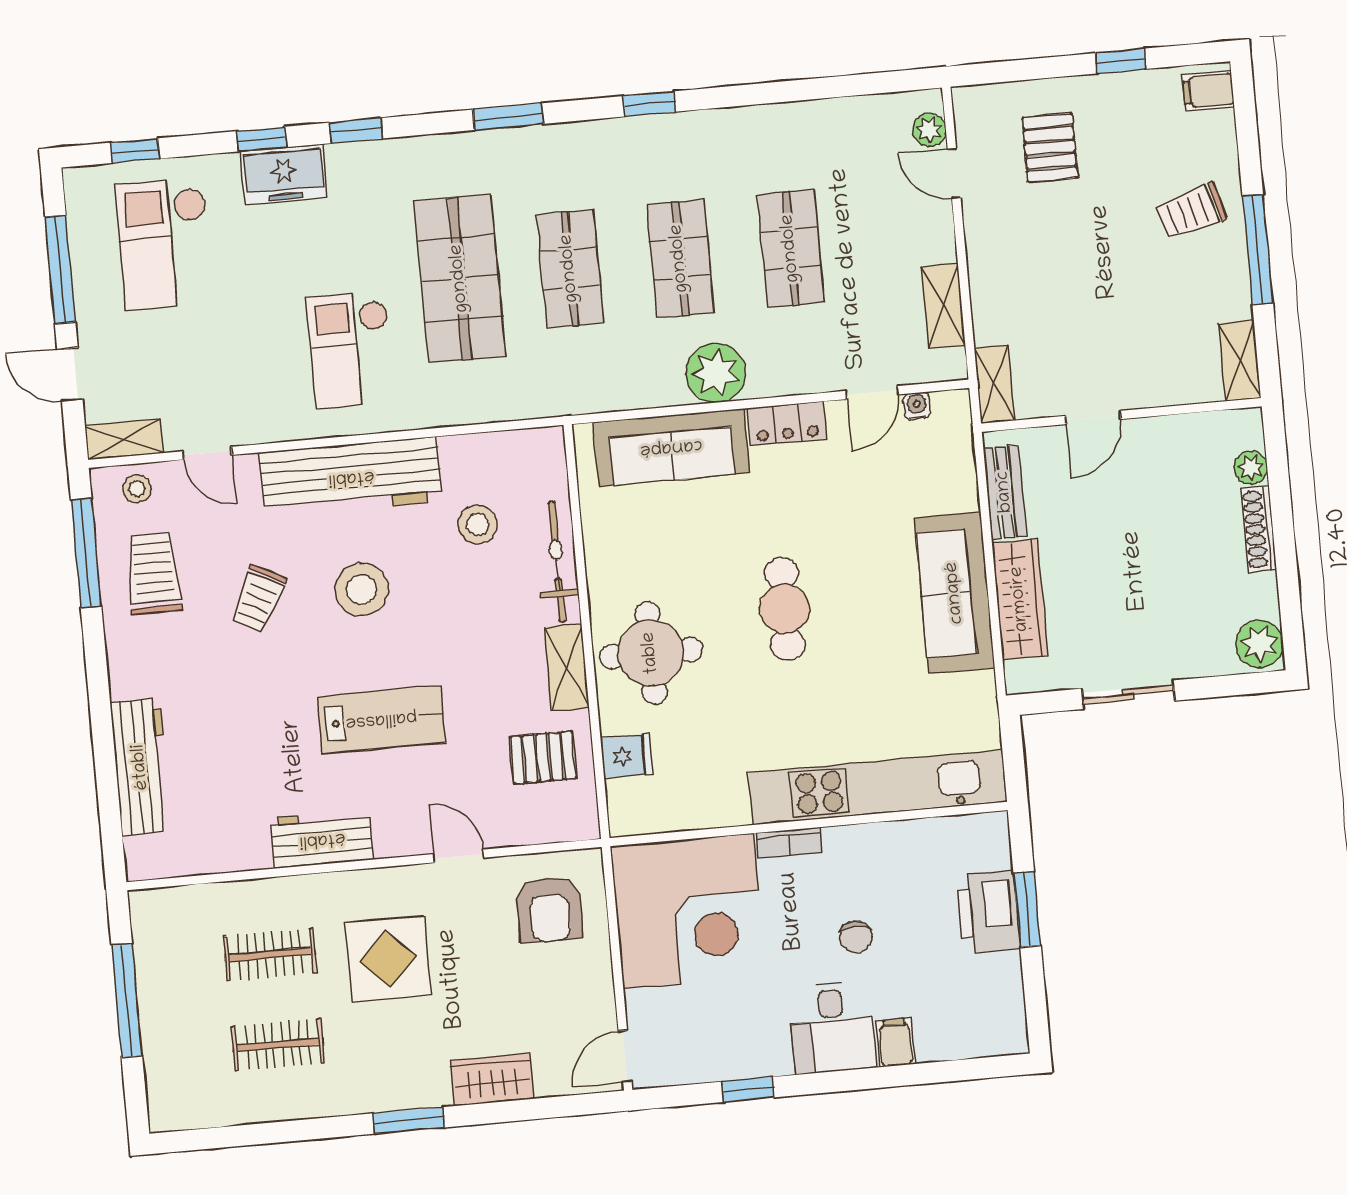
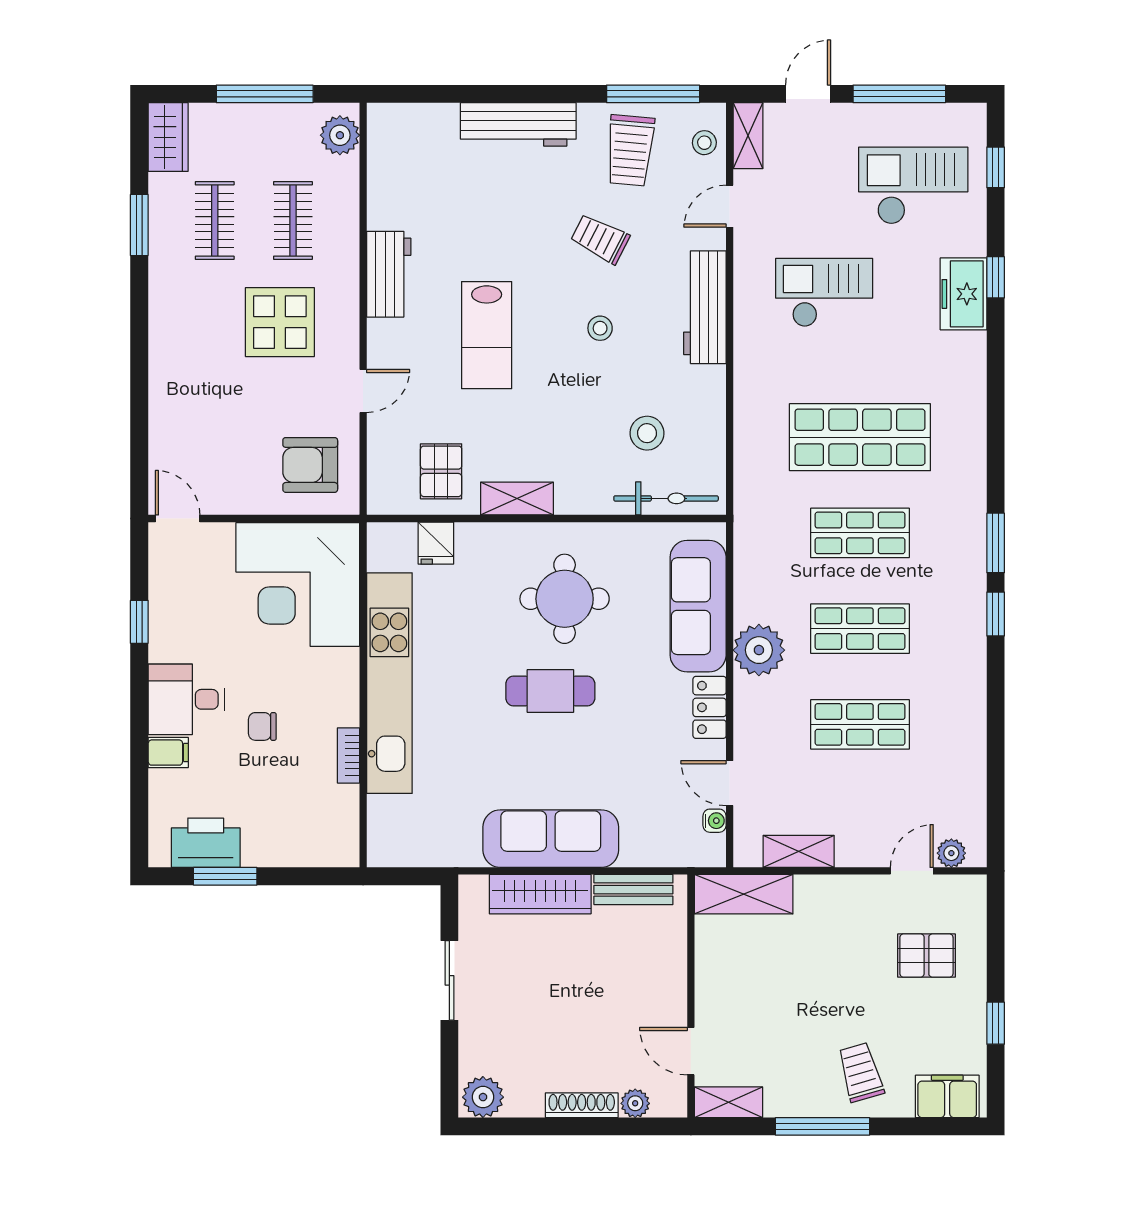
filing cabinet: (1208, 91) -> (947, 1096), width x2.00
window: (508, 117) -> (996, 543), moved
window: (356, 131) -> (996, 360), removed
checkout: (351, 350) -> (824, 293), moved
shelving: (995, 384) -> (744, 894), width x1.50, depth x1.33
door: (1093, 418) -> (691, 1051), moved
workbench: (351, 477) -> (705, 307), width x0.73, depth x0.76
bicycle: (557, 562) -> (666, 498), moved
trolley: (154, 574) -> (630, 150), turned 95
stool: (362, 590) -> (600, 328), width x0.53, depth x0.53
round table: (651, 653) -> (565, 599), moved
workbench: (141, 767) -> (518, 124), moved
kitchen unit: (878, 787) -> (389, 683), moved
bookcase: (789, 843) -> (348, 755), moved
plant: (167, 909) -> (340, 135), added
window: (1027, 909) -> (225, 876), moved
printer: (988, 912) -> (206, 843), moved
wardrobe: (492, 1079) -> (168, 137), moved
window: (409, 1120) -> (139, 225), moved

